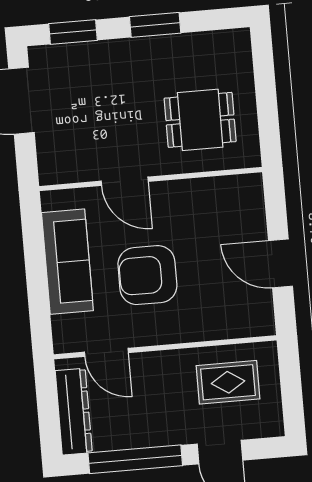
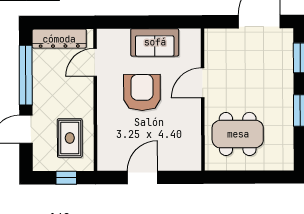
dining table: (200, 120) -> (238, 134), width x1.38
sofa: (67, 262) -> (155, 42), width x0.73
window: (291, 383) -> (66, 178), added

